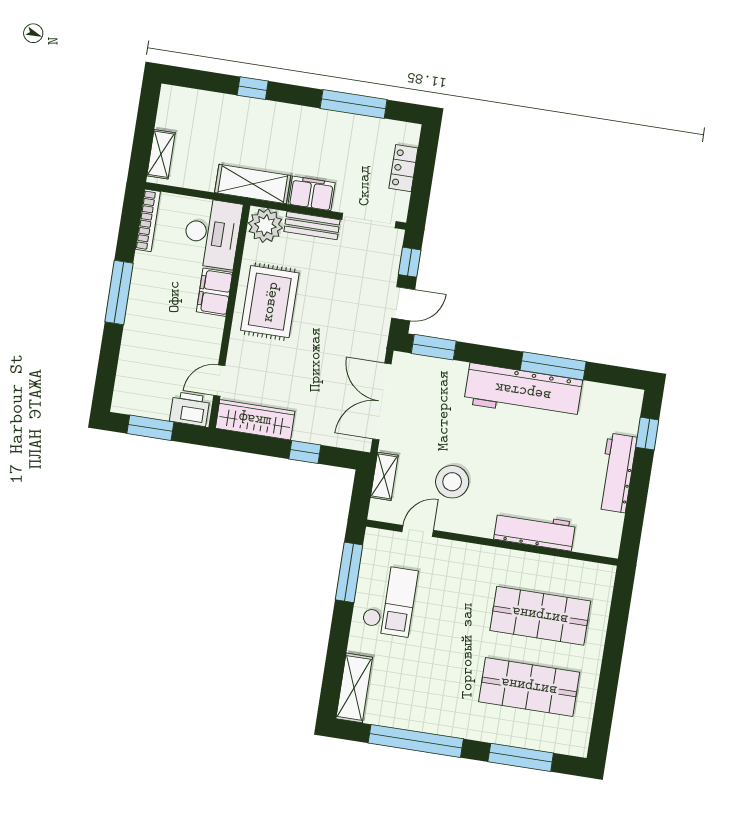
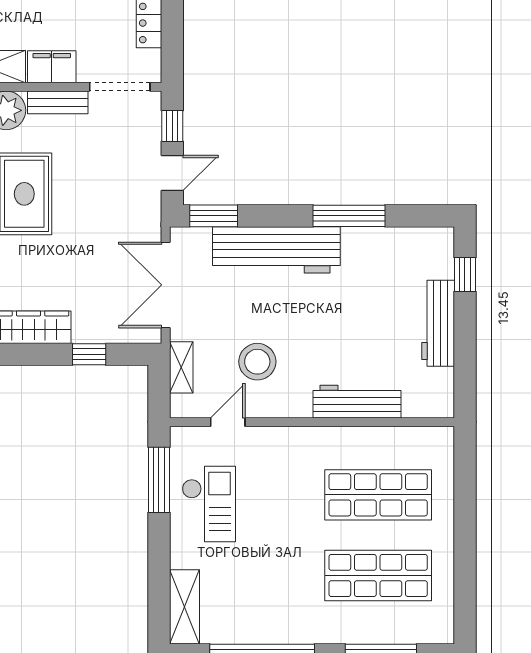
workbench: (523, 392) -> (276, 250), moved

